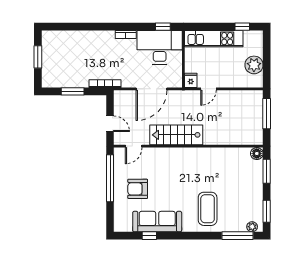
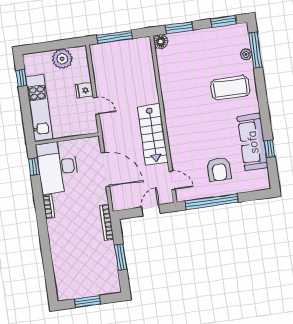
fridge: (191, 80) -> (84, 90), moved
plant: (252, 227) -> (246, 54), moved

